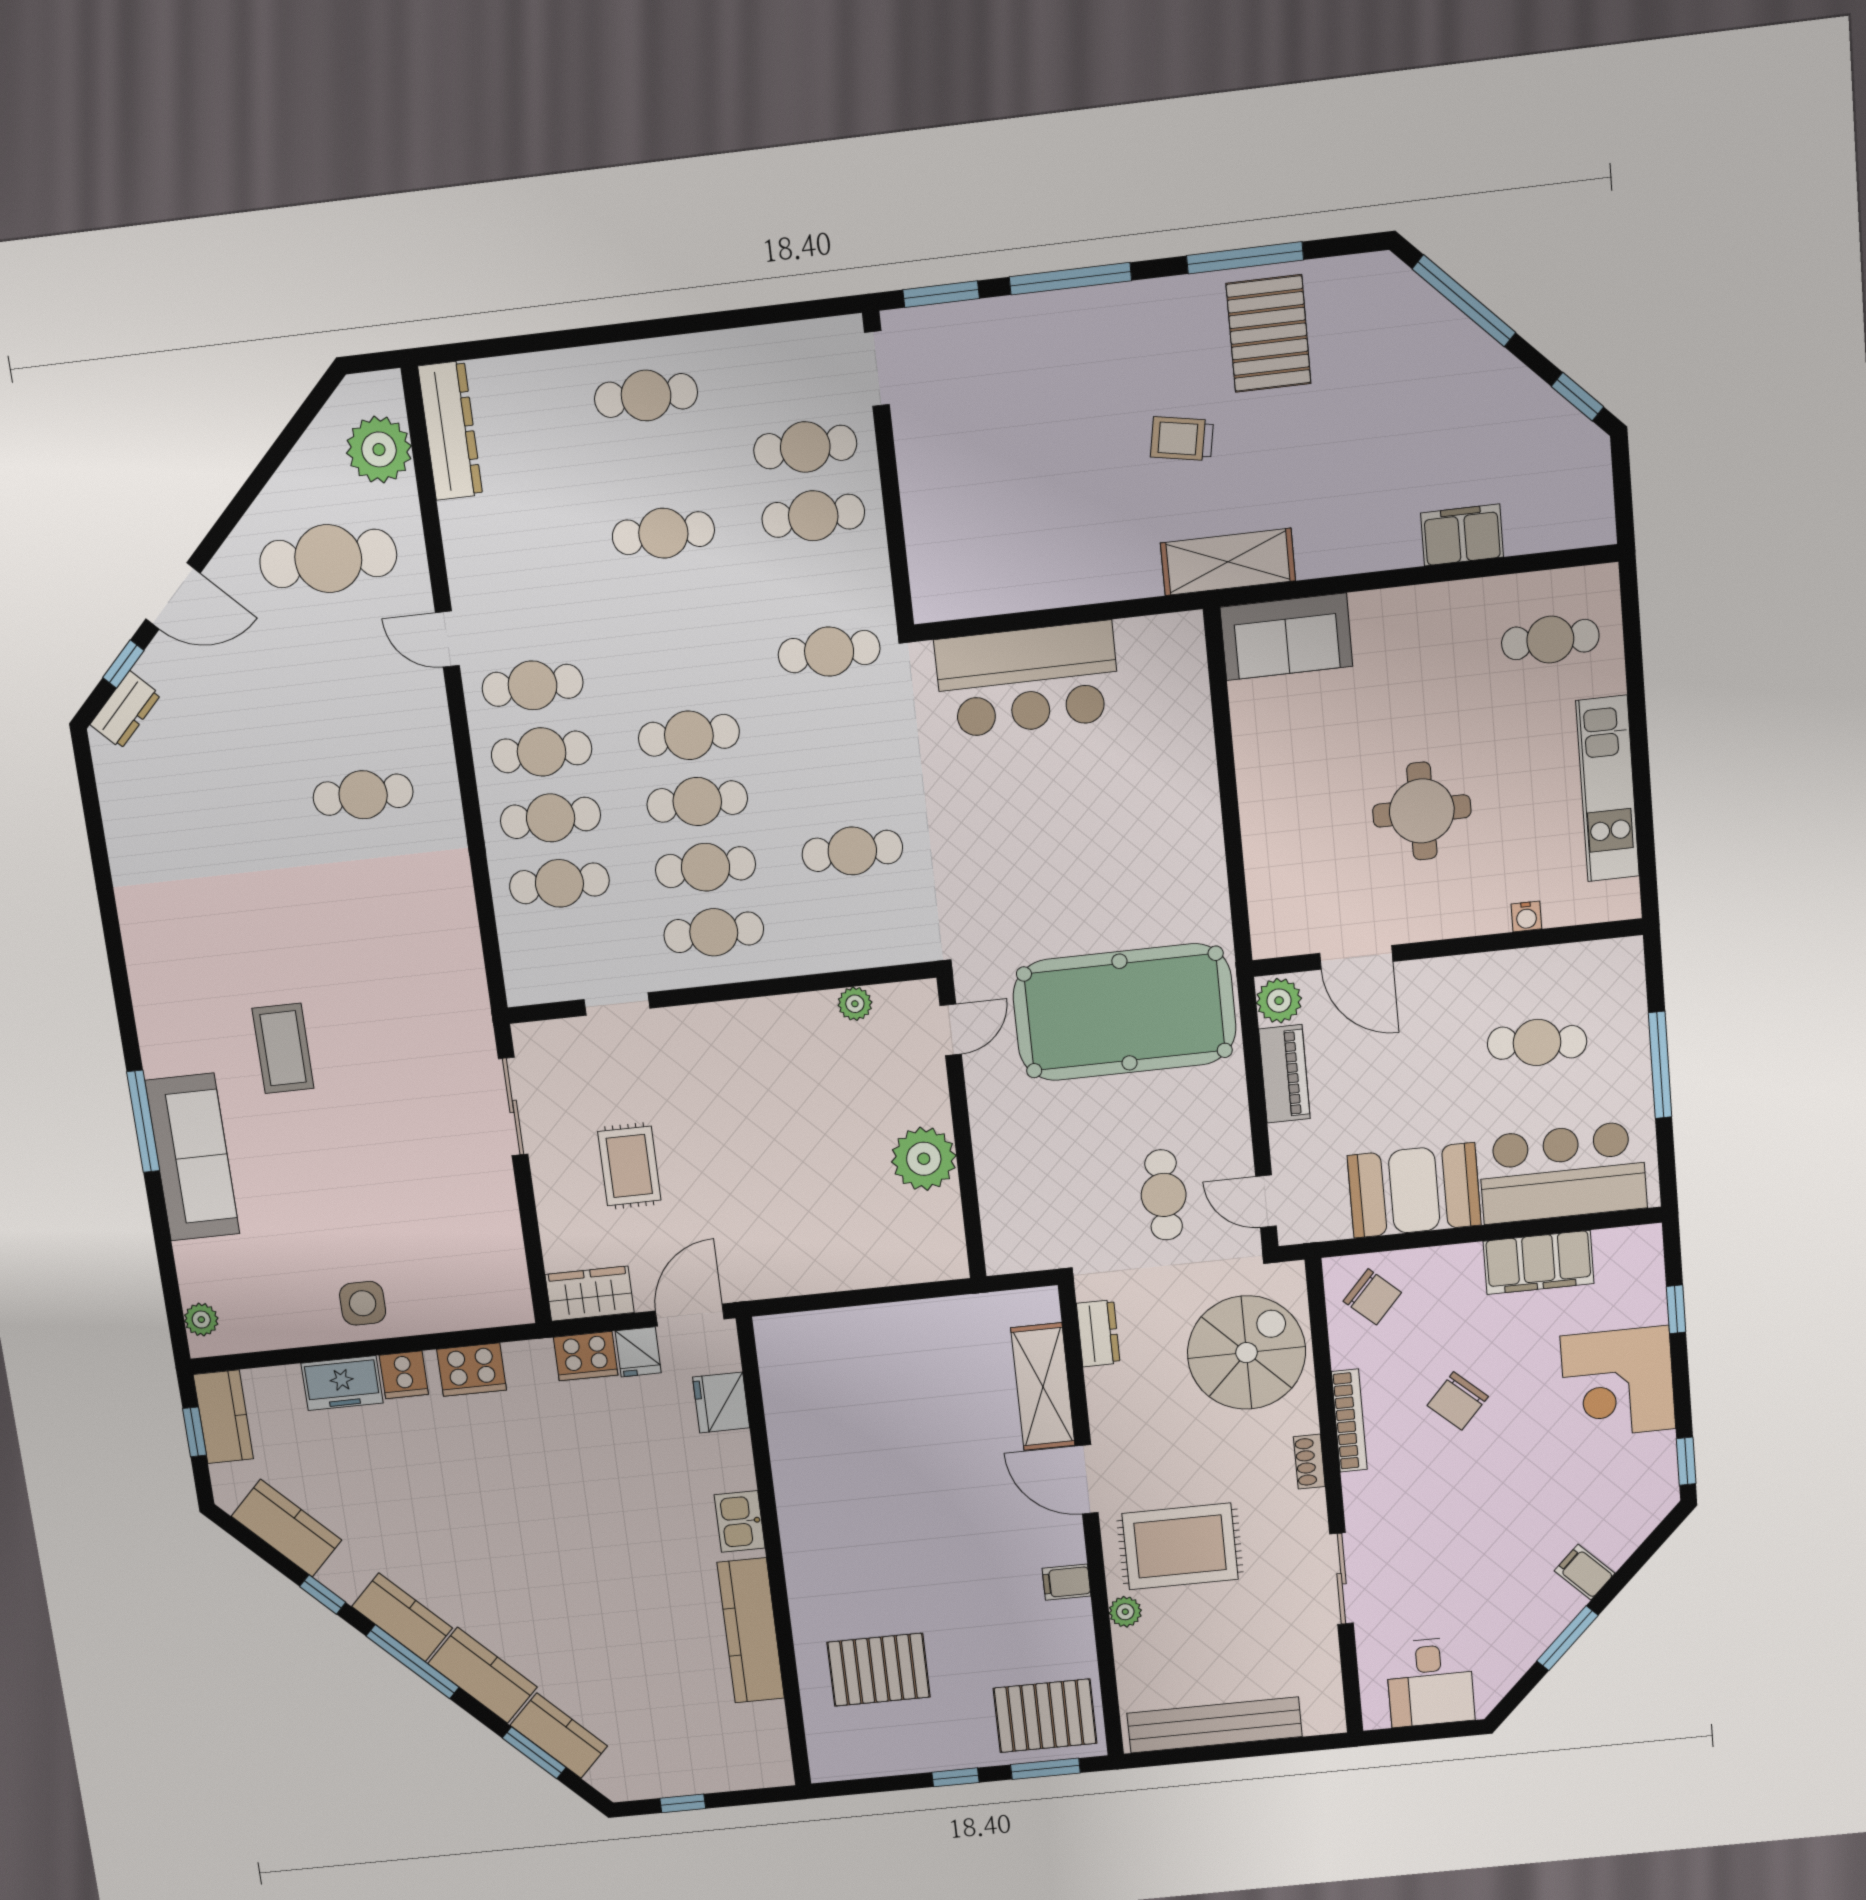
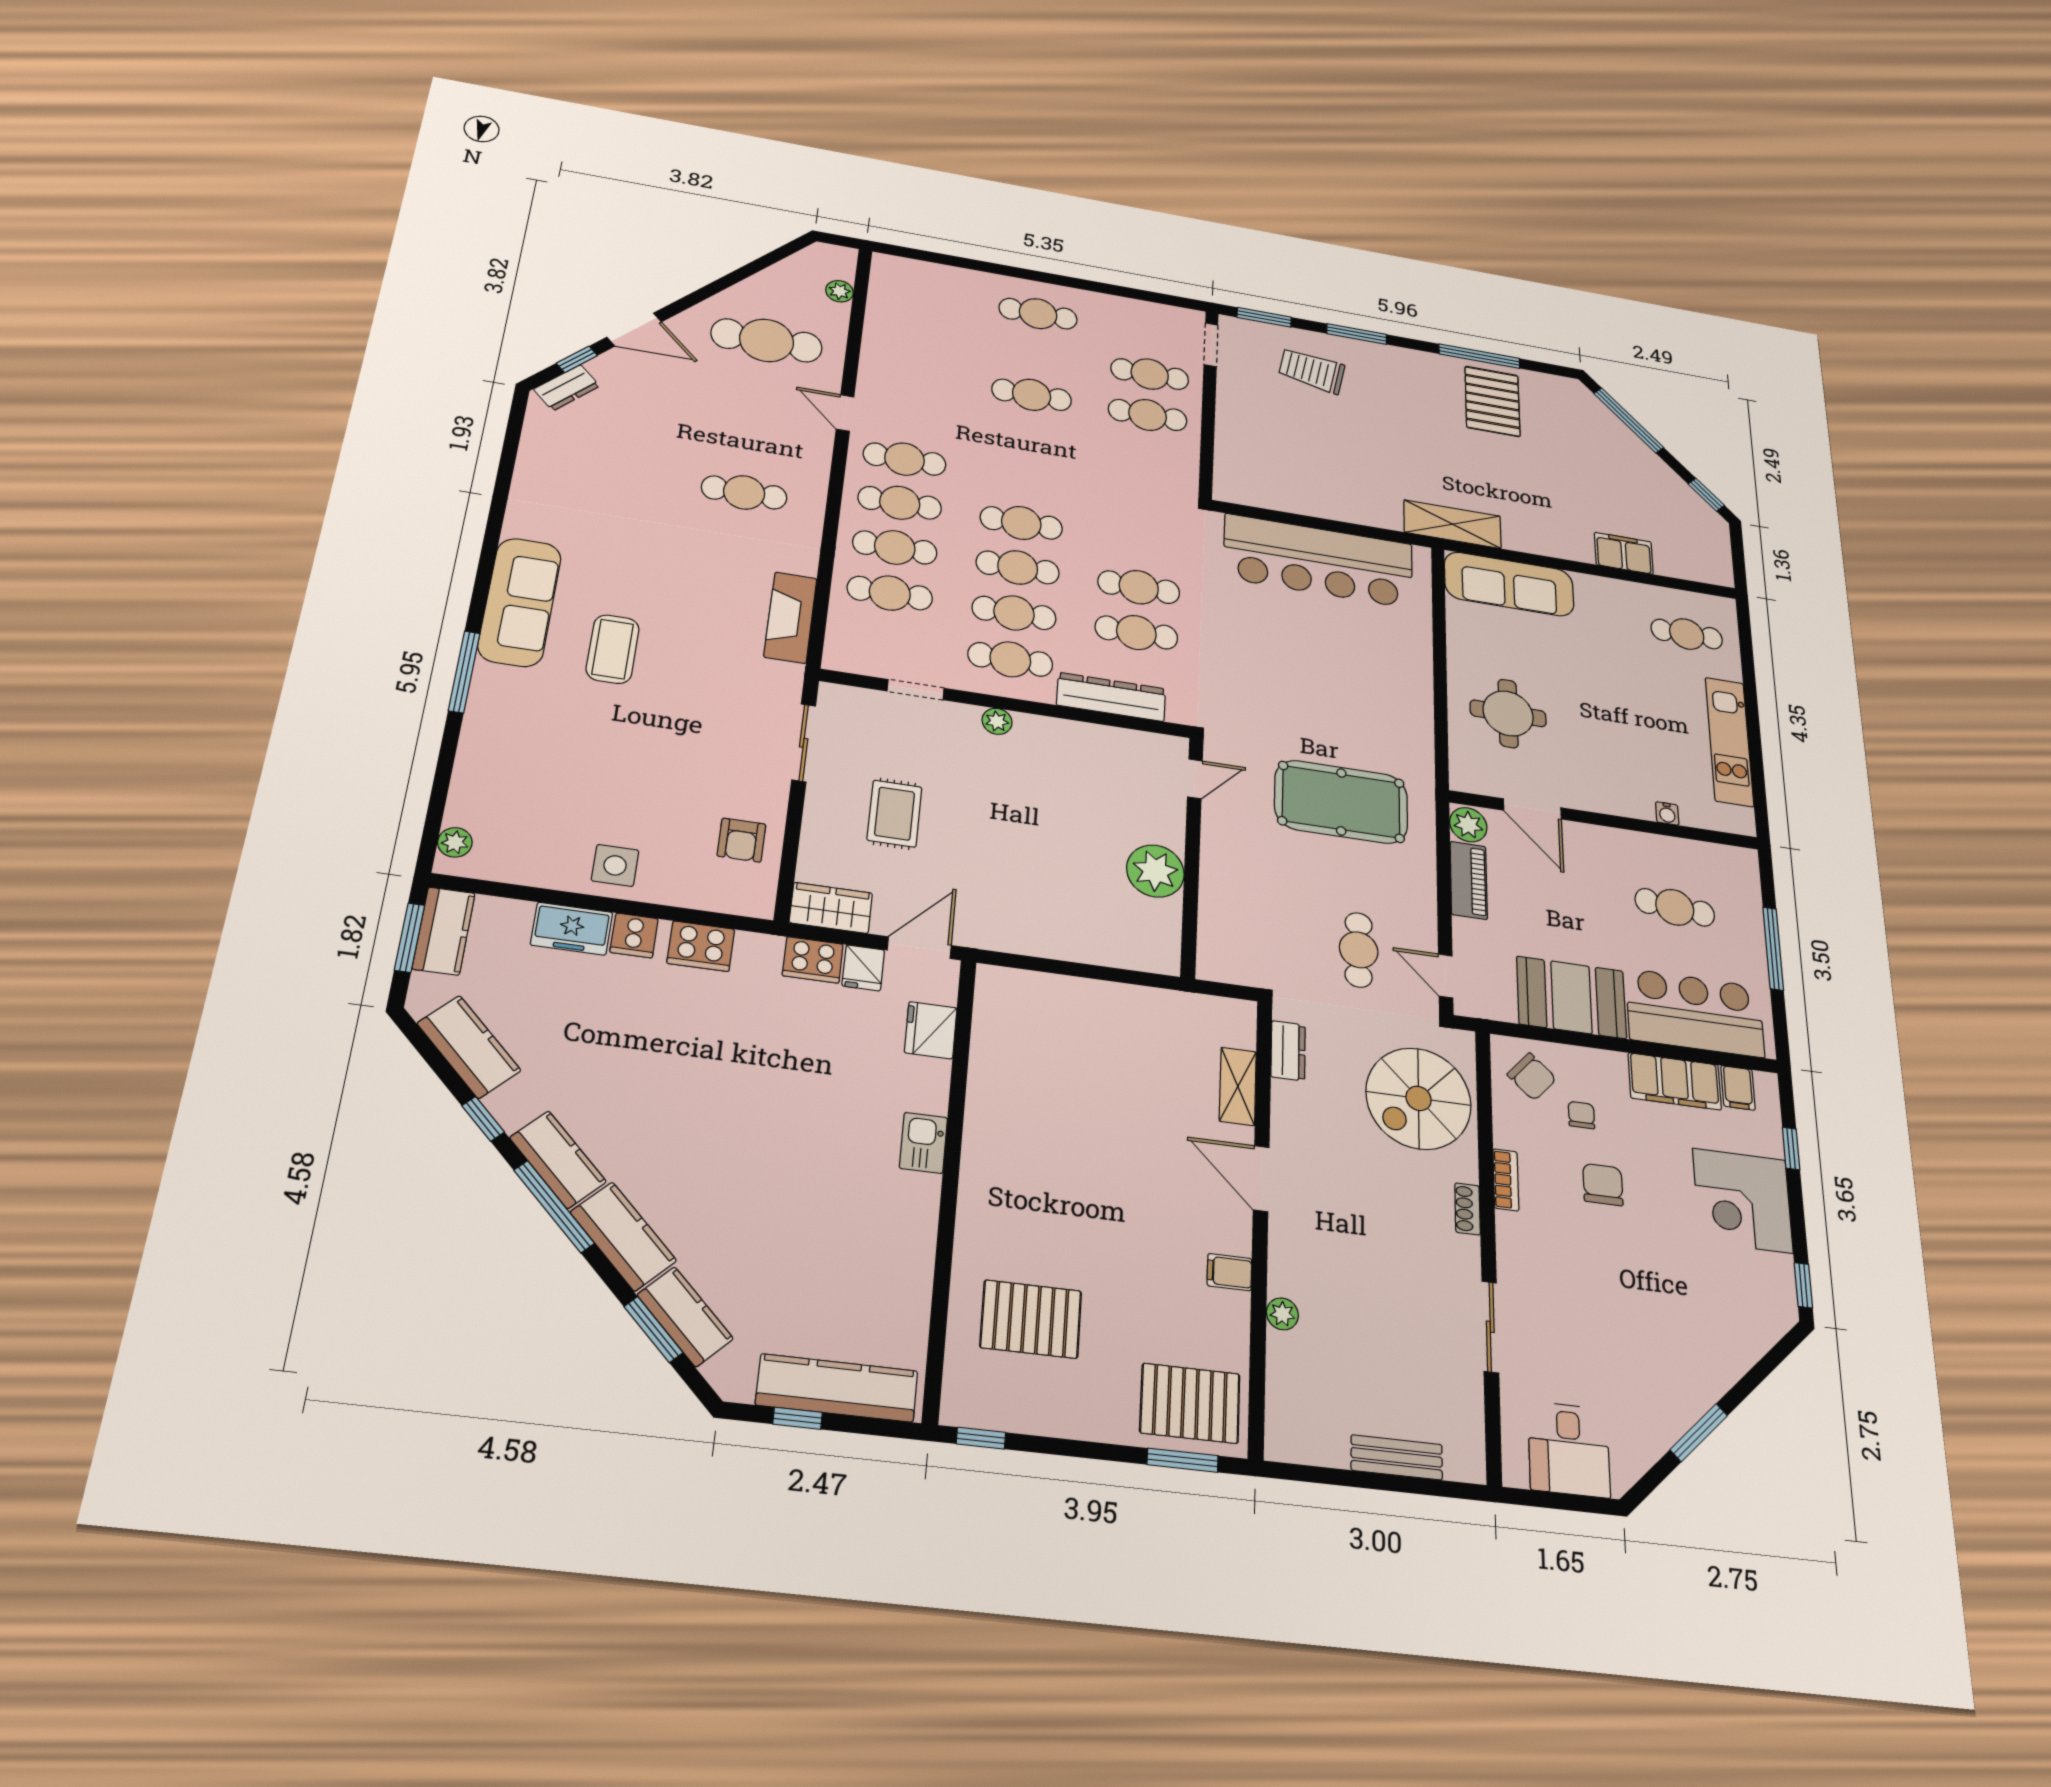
window: (1070, 279) -> (1357, 334), width x0.69
dresser: (450, 431) -> (1111, 697), moved, turned -90
trolley: (1182, 439) -> (1312, 371), moved, width x1.36, depth x1.39
plant: (379, 450) -> (840, 291), width x0.53, depth x0.53
sofa: (1286, 637) -> (1509, 584), width x1.36
cafe table: (829, 652) -> (1139, 587), moved
bar counter: (1028, 680) -> (1318, 561), width x1.36
round table: (1422, 811) -> (1508, 713), moved
fireplace: (458, 950) -> (790, 618), added
plant: (855, 1004) -> (997, 721), moved
pool table: (1124, 1012) -> (1341, 802), width x0.73, depth x0.76
sofa: (192, 1157) -> (520, 602), moved
armchair: (479, 1241) -> (741, 840), added
chair: (1431, 1328) -> (1581, 1115), added
spiral stairs: (1247, 1353) -> (1419, 1098), turned 180
shelving: (1043, 1387) -> (1238, 1086), width x0.67, depth x0.75
chair: (1458, 1401) -> (1603, 1185), turned 138
bookcase: (1349, 1421) -> (1506, 1180), width x0.64
window: (194, 1432) -> (409, 938), width x1.50
rug: (1180, 1546) -> (1341, 1262), removed
filing cabinet: (1585, 1572) -> (1738, 1088), moved, turned -135
kitchen counter: (751, 1630) -> (837, 1388), moved, turned 90
bench: (1215, 1725) -> (1397, 1457), width x0.54, depth x0.82
window: (955, 1777) -> (981, 1438), moved

